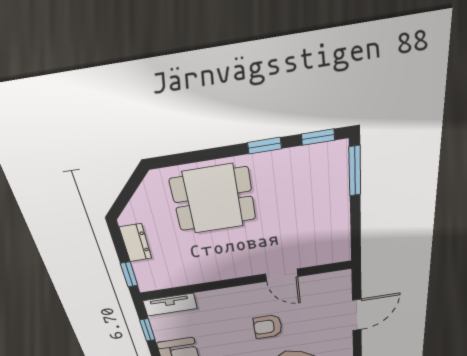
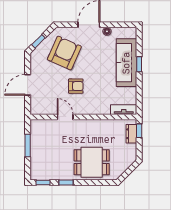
window: (355, 171) -> (28, 146), moved
dresser: (136, 243) -> (131, 134), moved
window: (147, 330) -> (139, 96), removed

